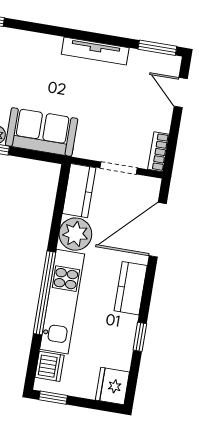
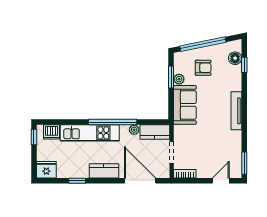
tv unit: (95, 51) -> (236, 111), moved
plant: (75, 234) -> (134, 130), width x0.53, depth x0.53
window: (44, 293) -> (113, 122), moved

